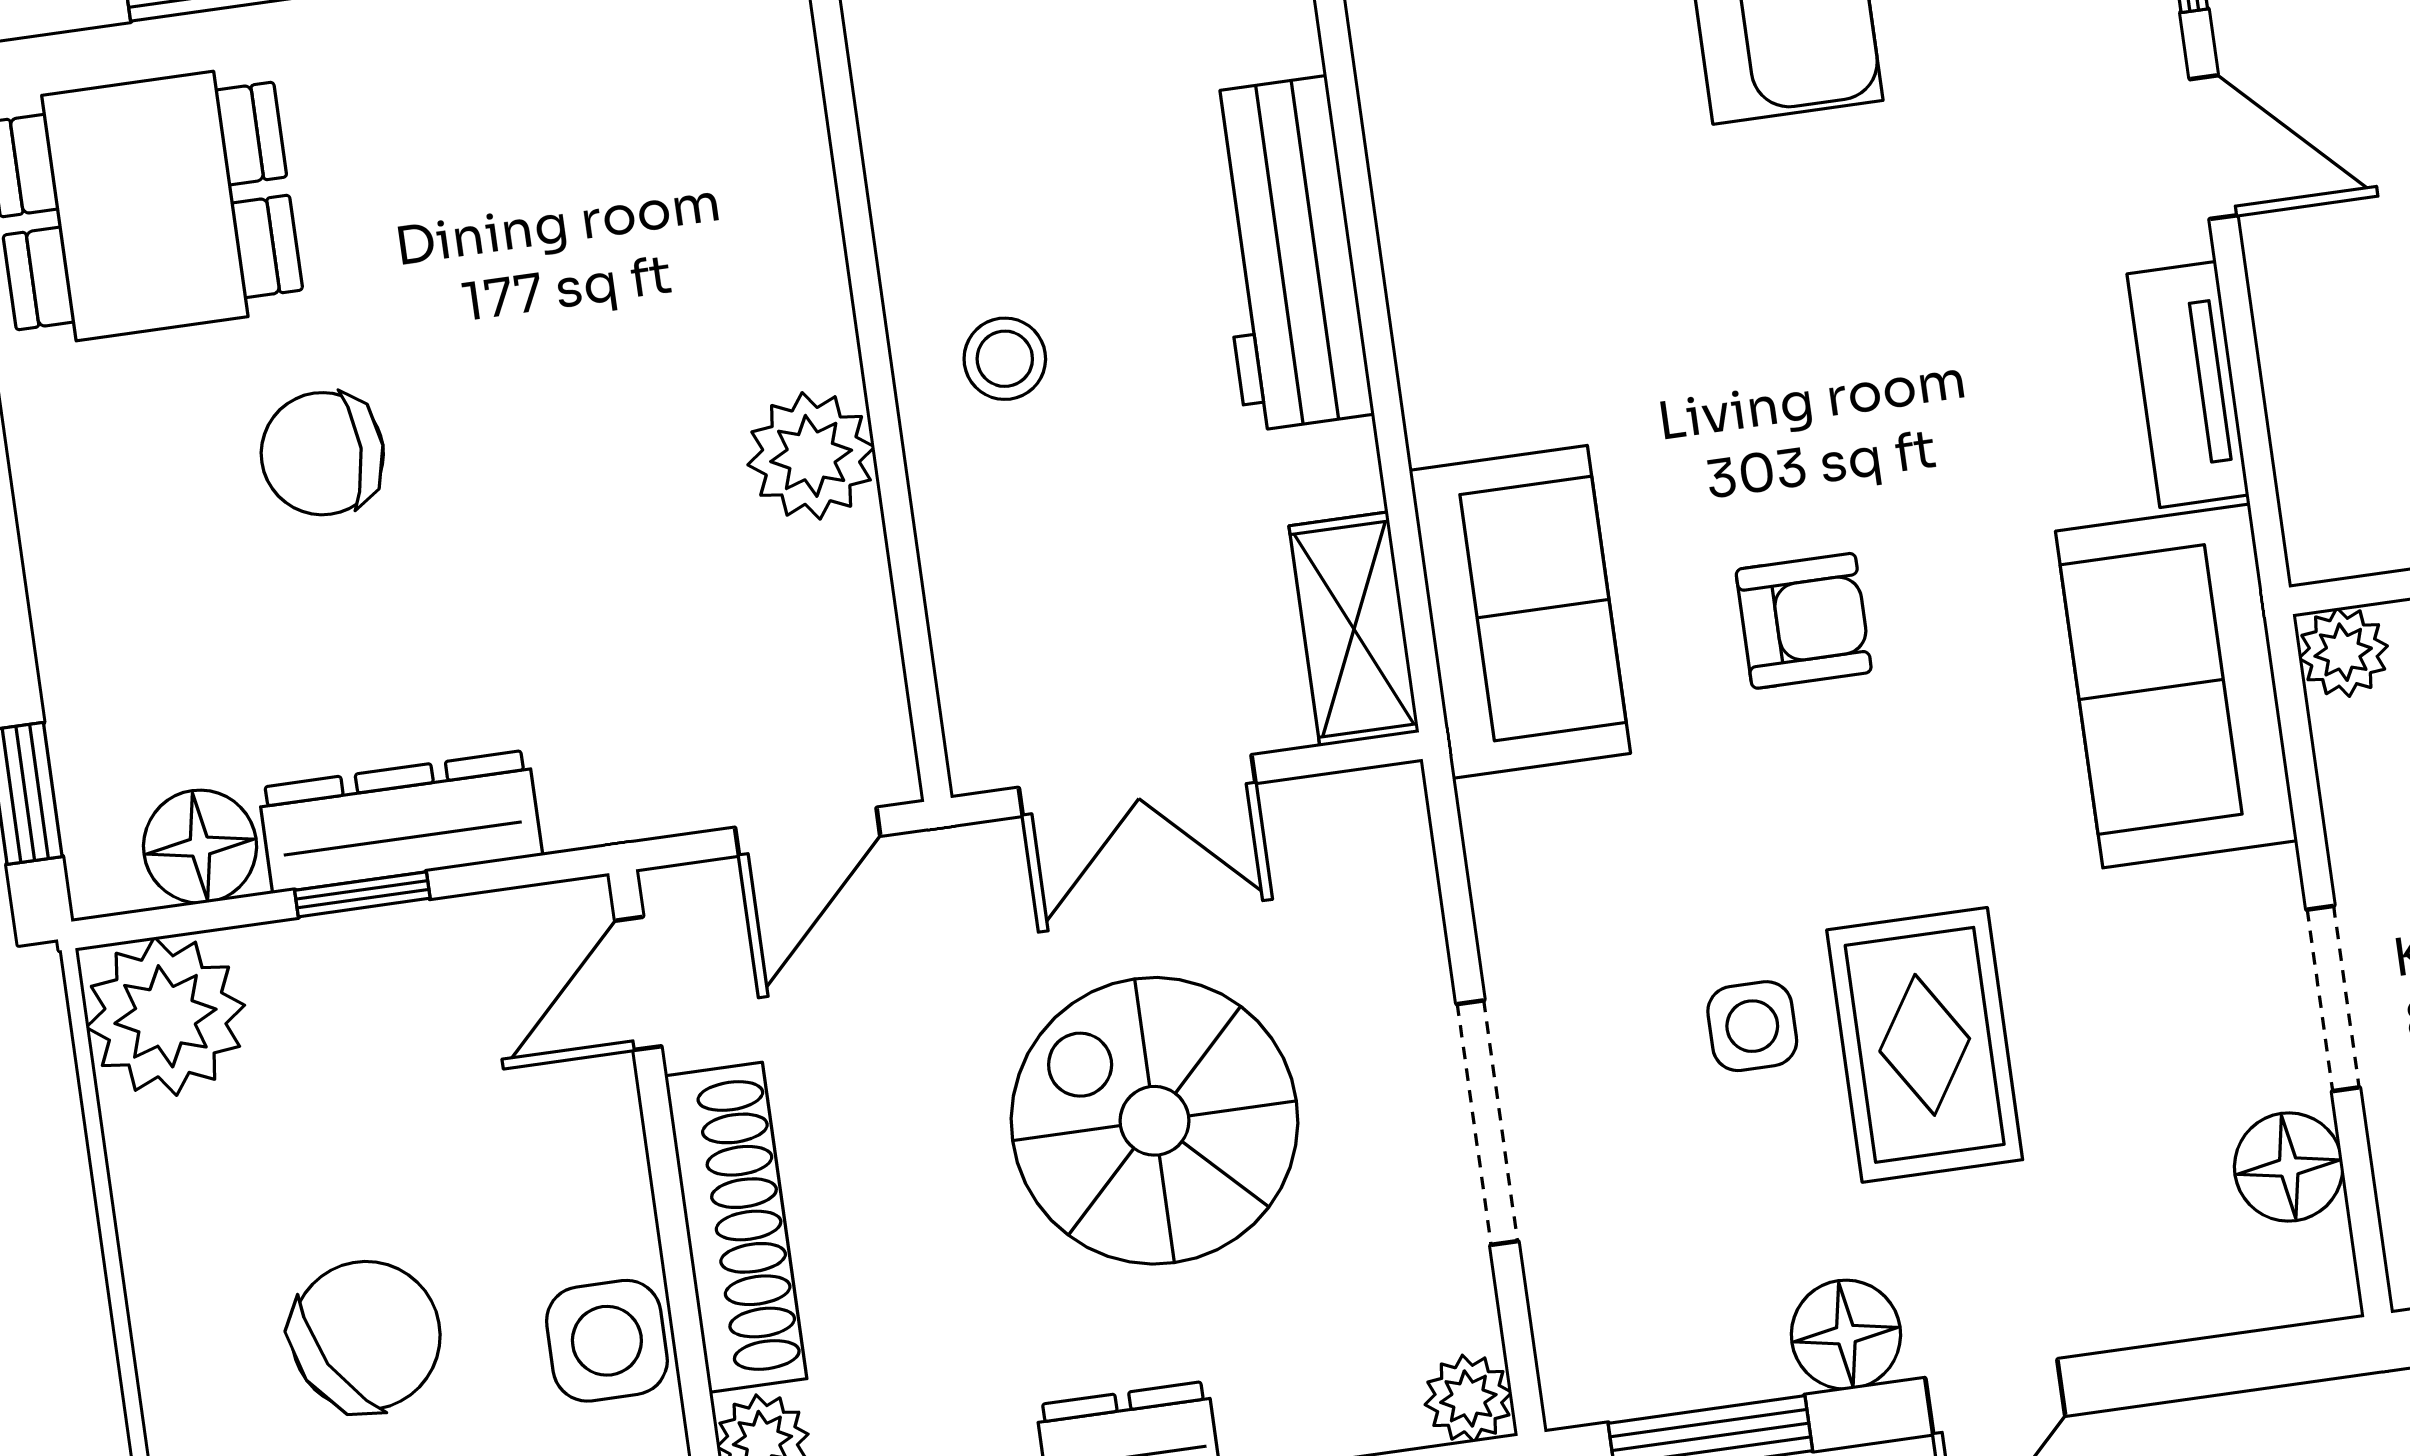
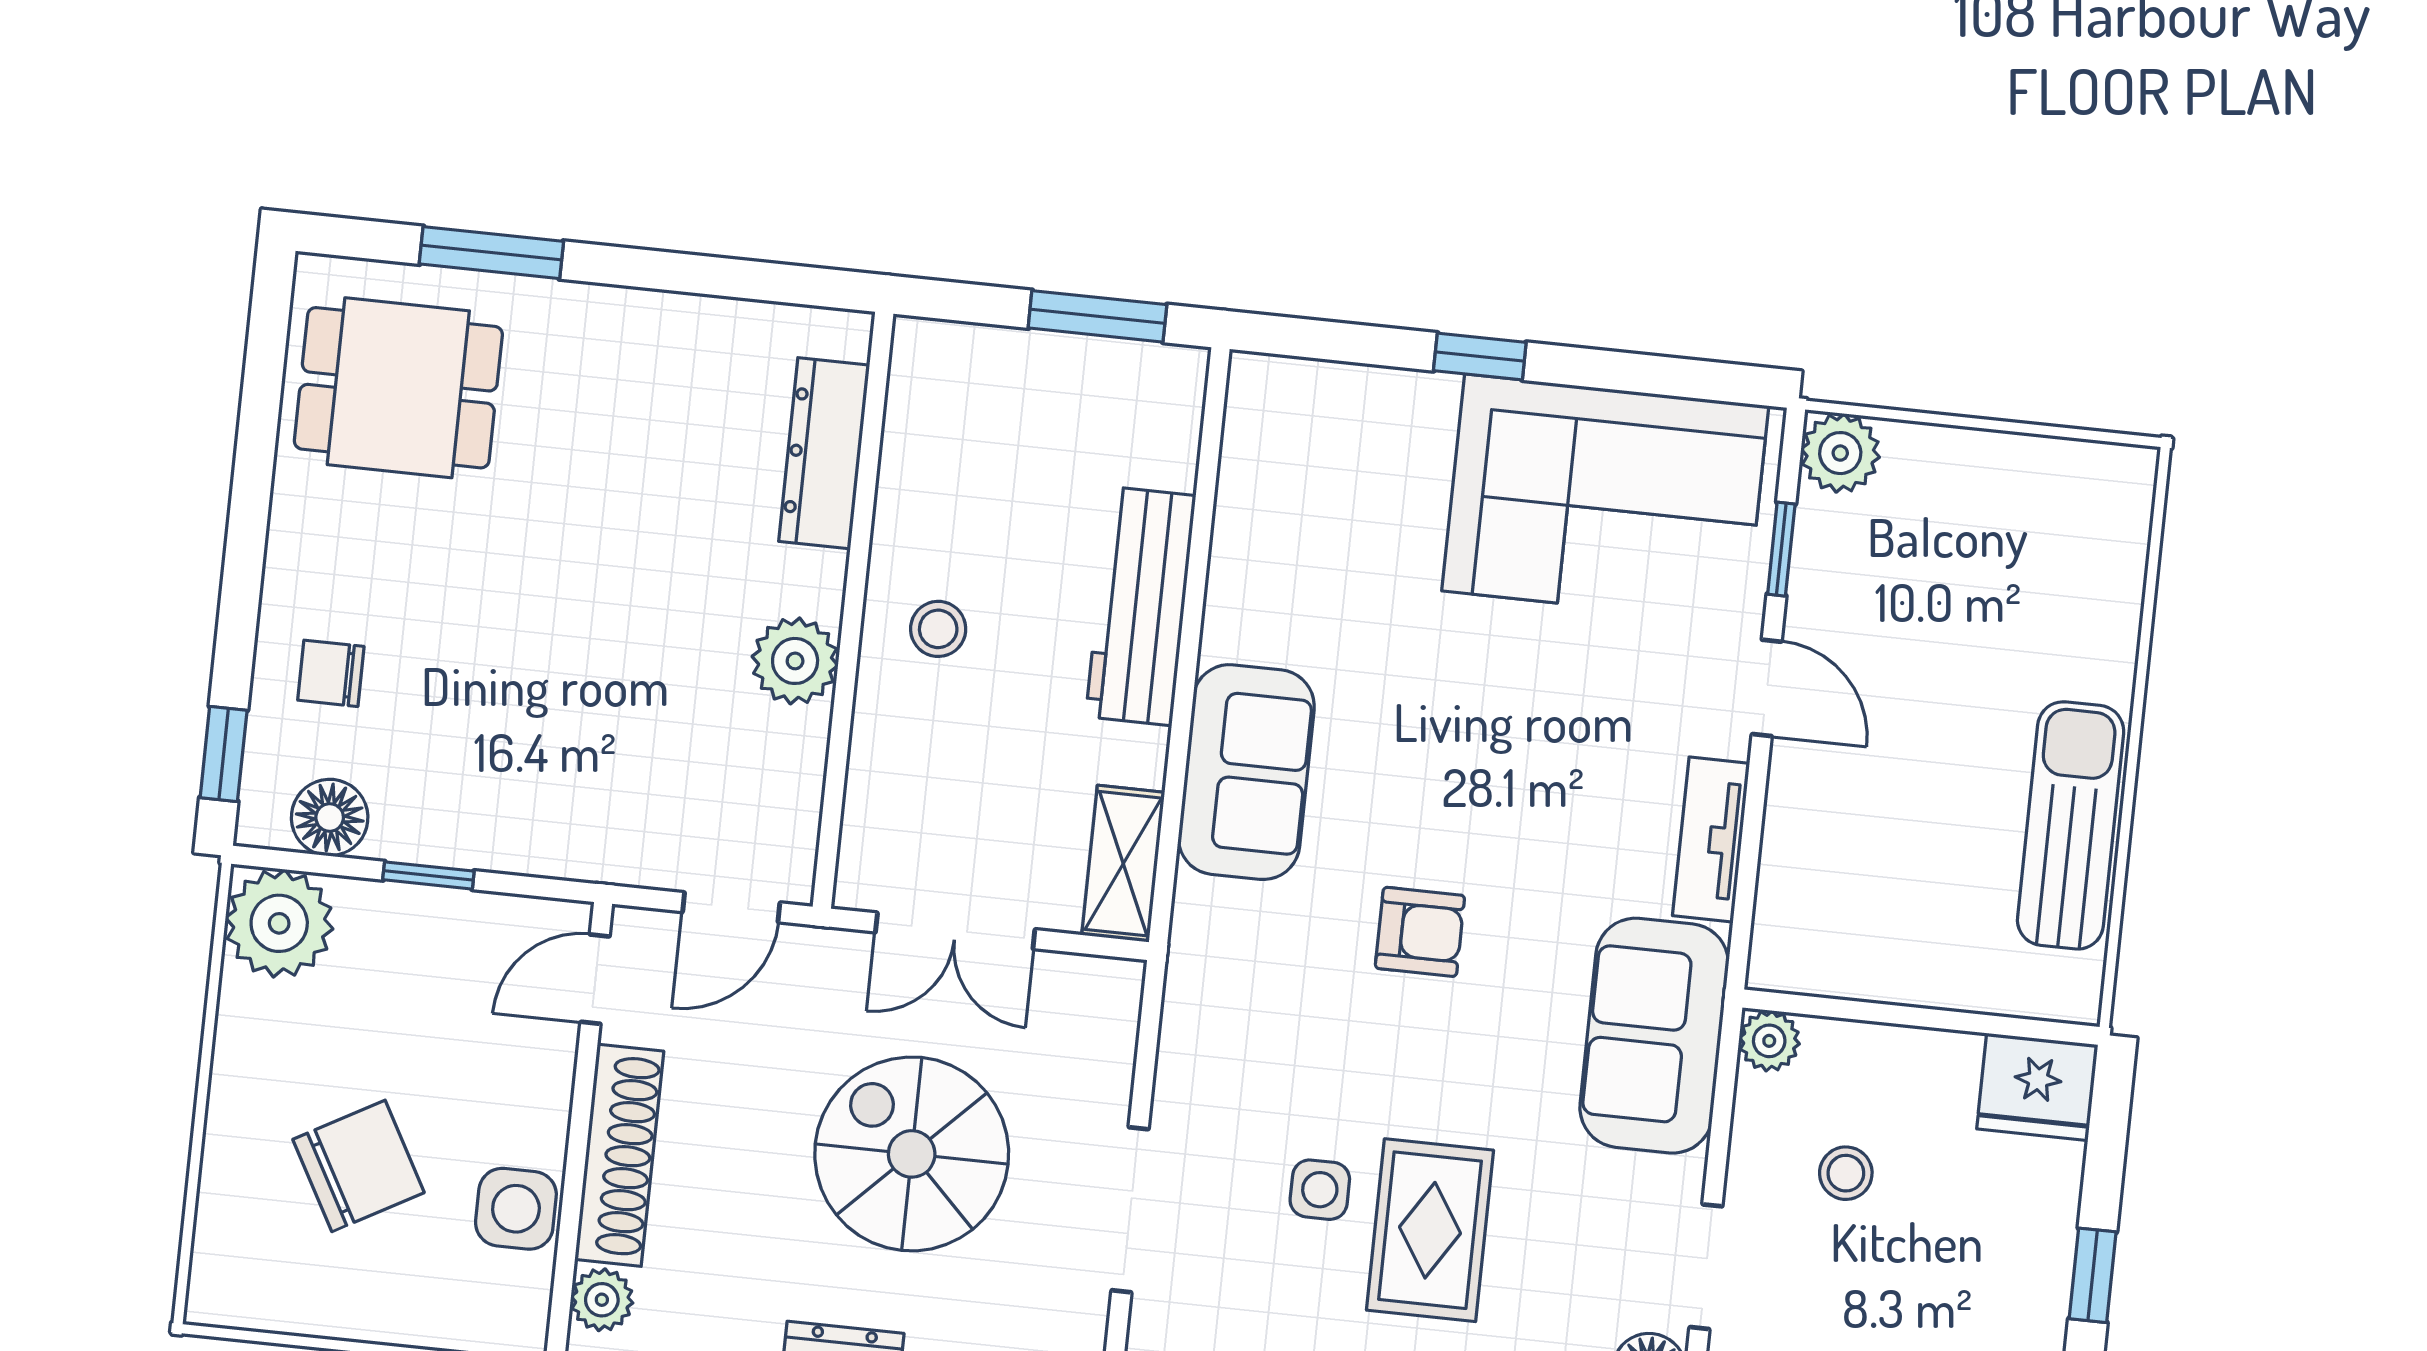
chair: (322, 454) -> (331, 673), moved, width x0.73, depth x0.73
sofa: (1520, 612) -> (1246, 772), moved
dresser: (400, 822) -> (824, 453), moved, turned -90

